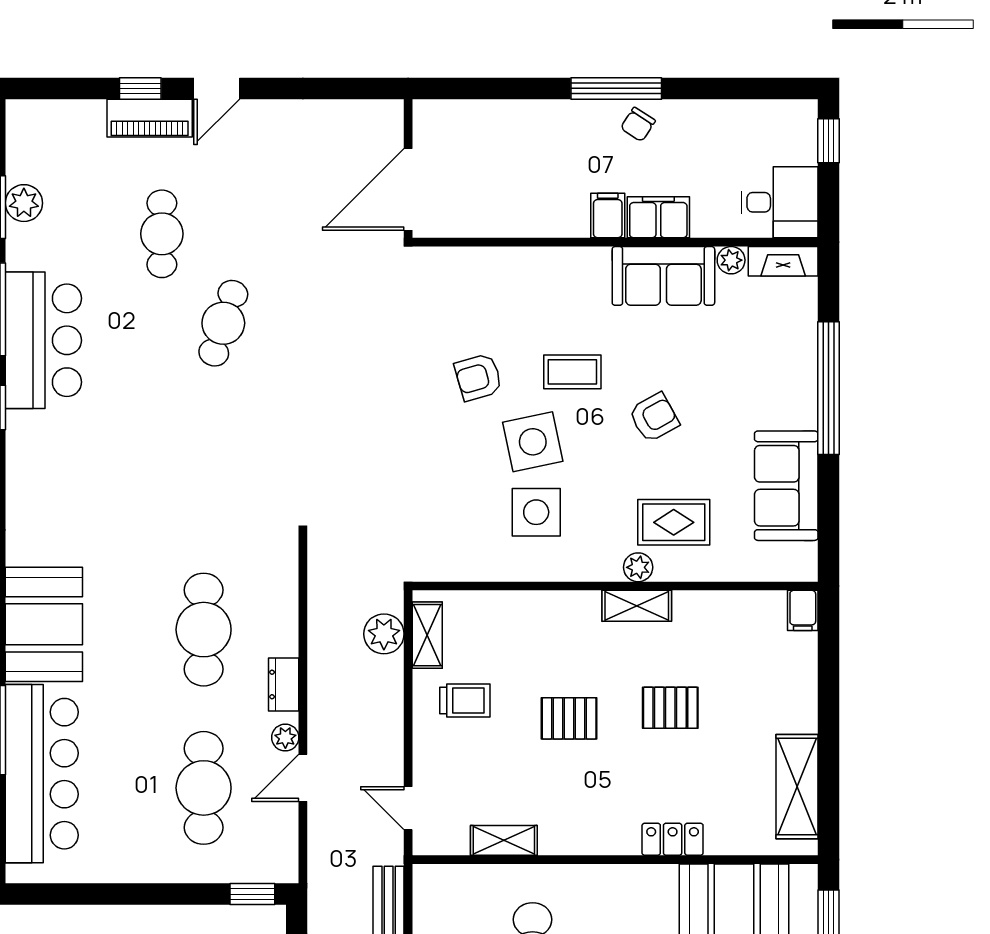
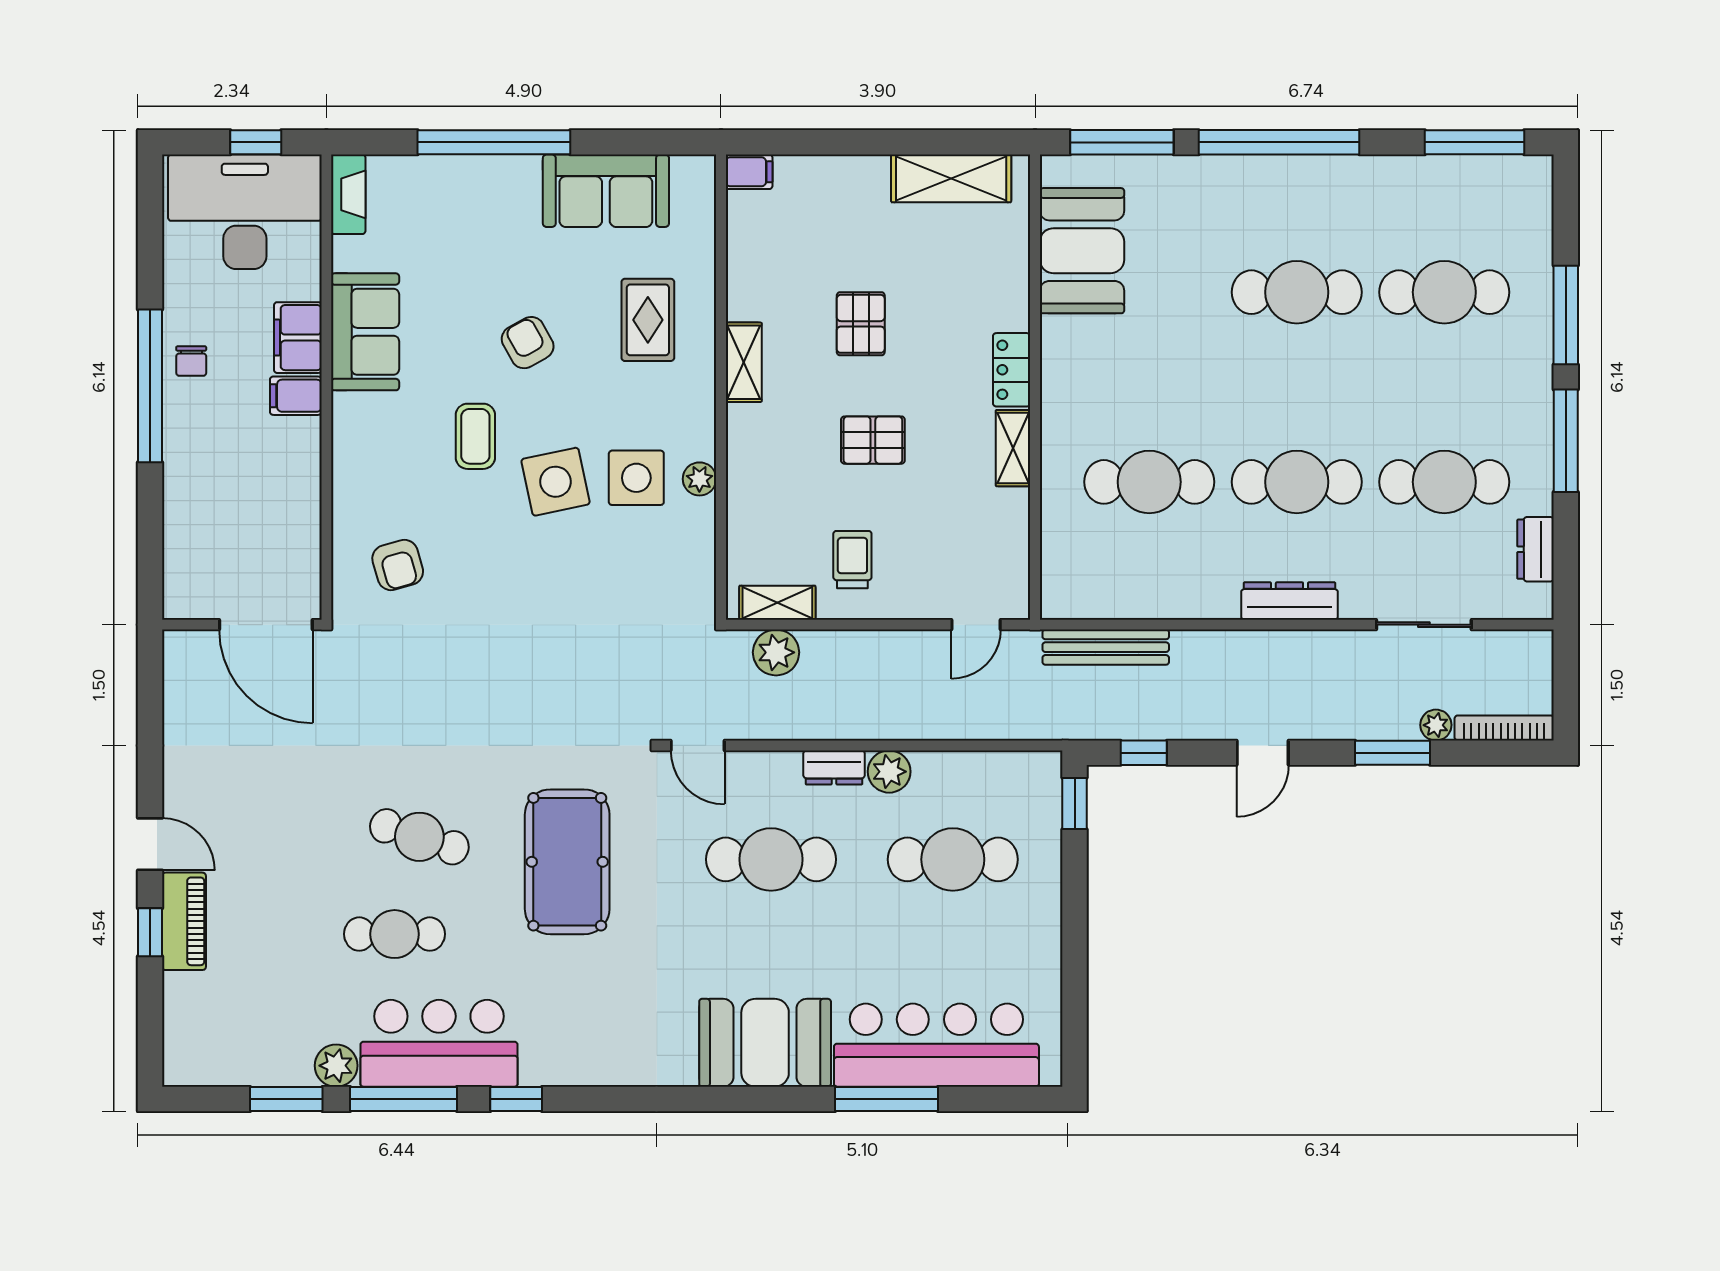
window: (616, 88) -> (150, 386), width x1.46
chair: (638, 124) -> (191, 361), turned 57
window: (828, 141) -> (256, 142), moved
desk: (779, 202) -> (245, 212), width x1.87, depth x1.30
plant: (24, 203) -> (336, 1066), moved
cafe table: (162, 234) -> (395, 934), moved
plant: (731, 260) -> (347, 254), removed
armchair: (478, 377) -> (398, 565), moved
pool table: (202, 452) -> (567, 862), added
plant: (638, 567) -> (699, 479), moved
pallet: (569, 718) -> (873, 440), turned 90
plant: (285, 738) -> (889, 772), width x1.38, depth x1.38
door: (303, 778) -> (698, 745), moved
locker: (673, 839) -> (1012, 370), moved
shelving: (504, 840) -> (1013, 448), moved

